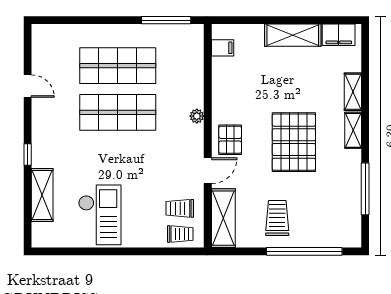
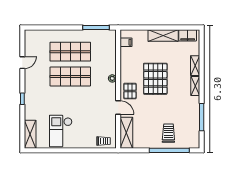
door: (28, 86) -> (22, 63), hinge flipped
pallet: (294, 142) -> (155, 79), moved
door: (208, 171) -> (118, 107), hinge flipped
shelving: (42, 195) -> (30, 134), moved
trolley: (180, 208) -> (103, 127), removed
checkout: (100, 215) -> (61, 131), turned 180
trolley: (277, 218) -> (168, 133), moved

